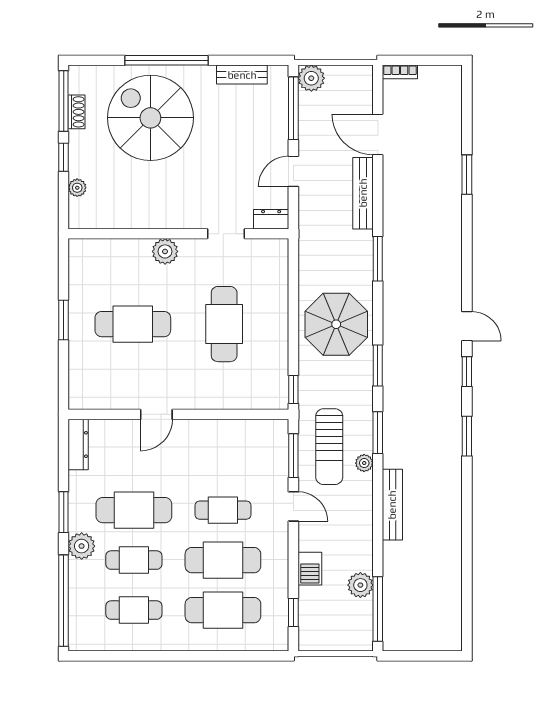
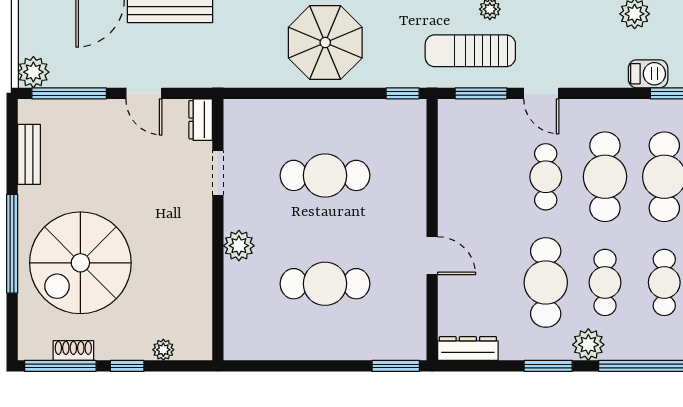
window: (64, 320) -> (396, 366), moved
cafe table: (133, 324) -> (325, 284), turned 90
sun lounger: (329, 447) -> (470, 51), turned 180
door: (293, 506) -> (541, 93), swing flipped
barbecue: (310, 569) -> (648, 74), moved

